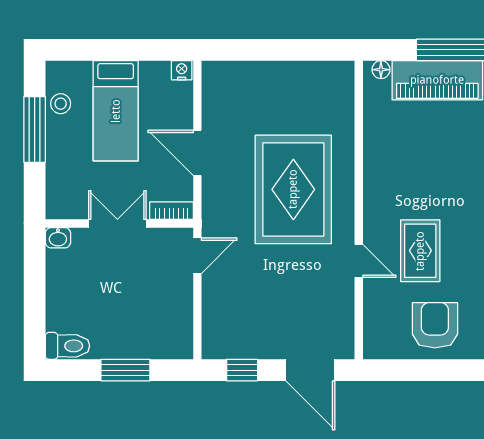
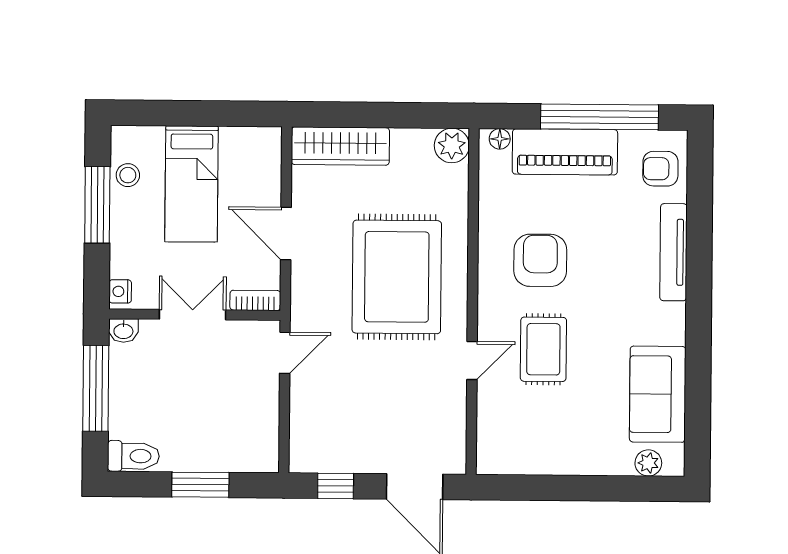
nightstand: (182, 70) -> (120, 291), moved, turned -90
plant: (340, 76) -> (452, 145), added
wardrobe: (244, 77) -> (340, 146), added
door: (359, 261) -> (472, 361), hinge flipped
window: (35, 288) -> (96, 388), added
armchair: (435, 325) -> (540, 260), moved

